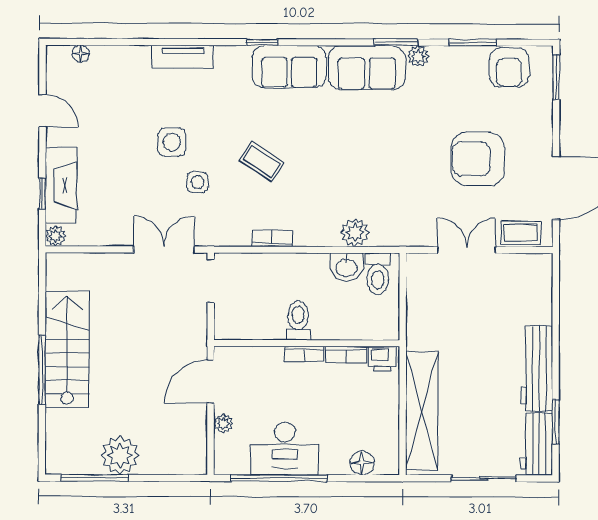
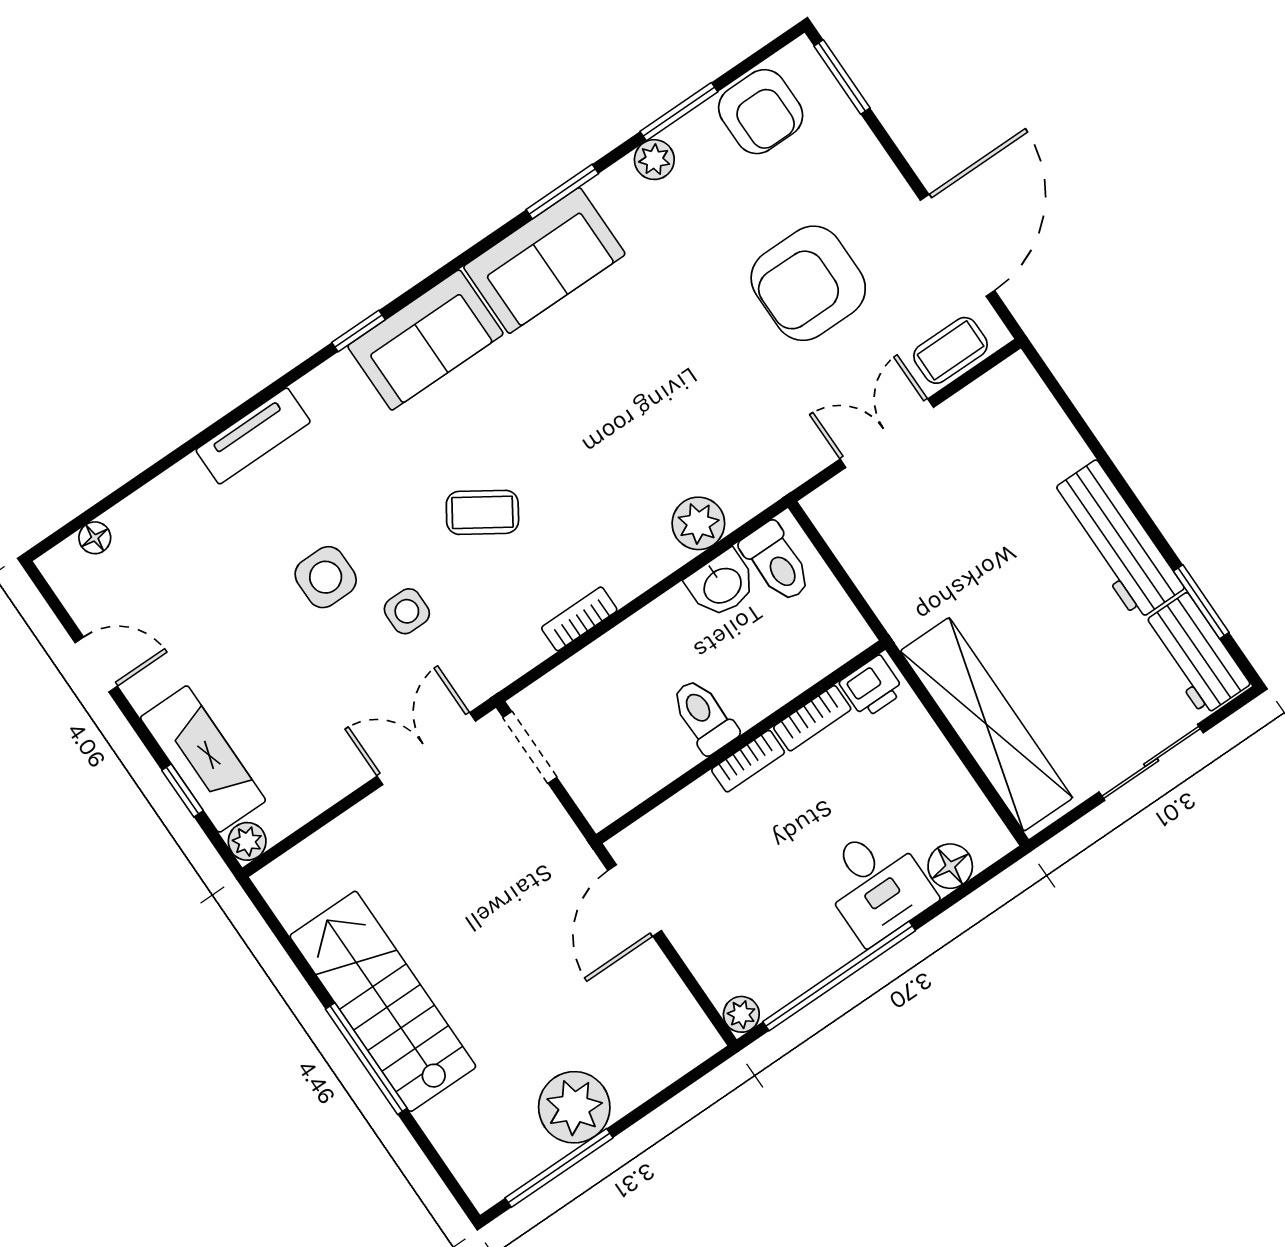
plant: (418, 56) -> (654, 160), moved
plant: (223, 424) -> (741, 1014), moved
desk: (285, 448) -> (876, 884), moved, width x0.73

